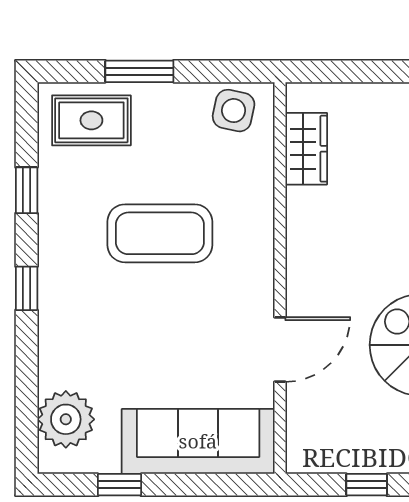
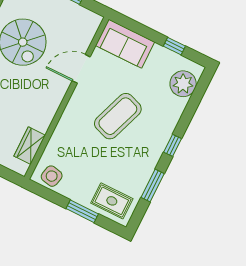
window: (27, 190) -> (153, 185), width x1.50
coffee table: (160, 233) -> (118, 116), moved, turned -70
sofa: (198, 441) -> (125, 44), width x0.73

